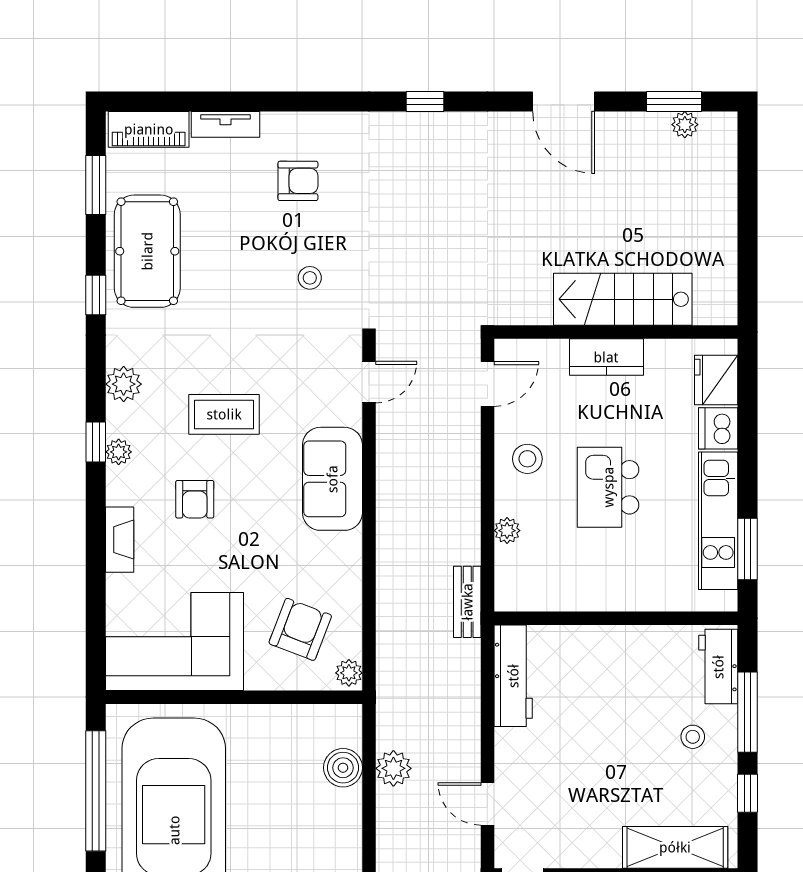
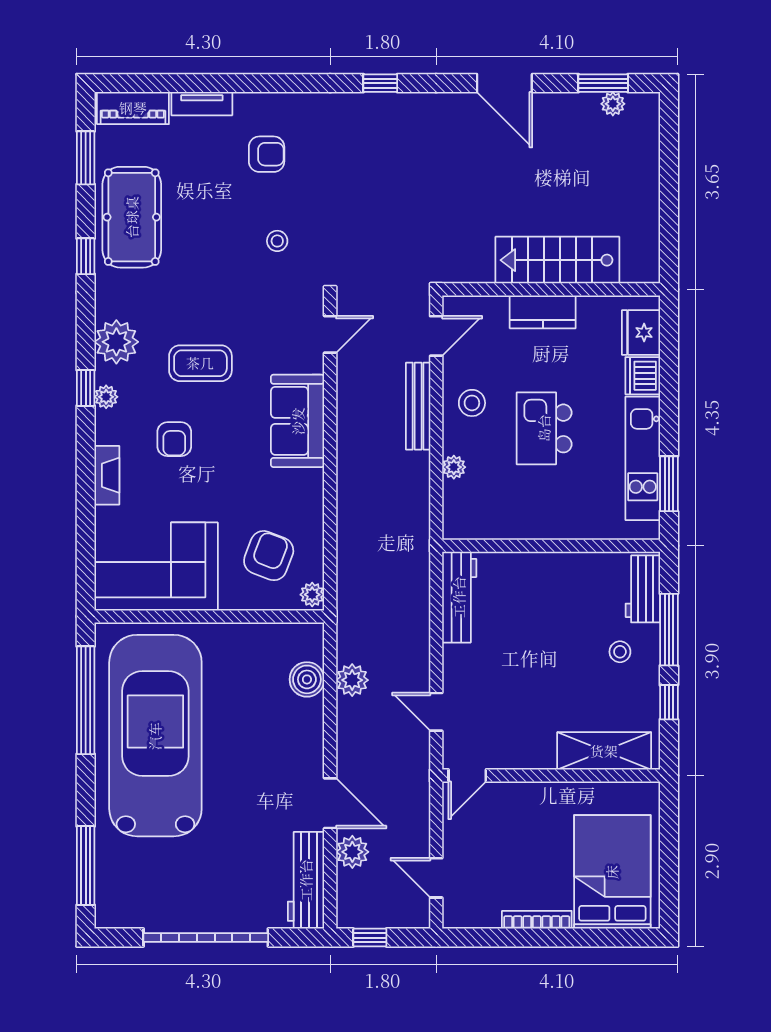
plant: (124, 384) -> (116, 342), width x1.36, depth x1.36
bench: (467, 602) -> (418, 406), moved, width x1.36

